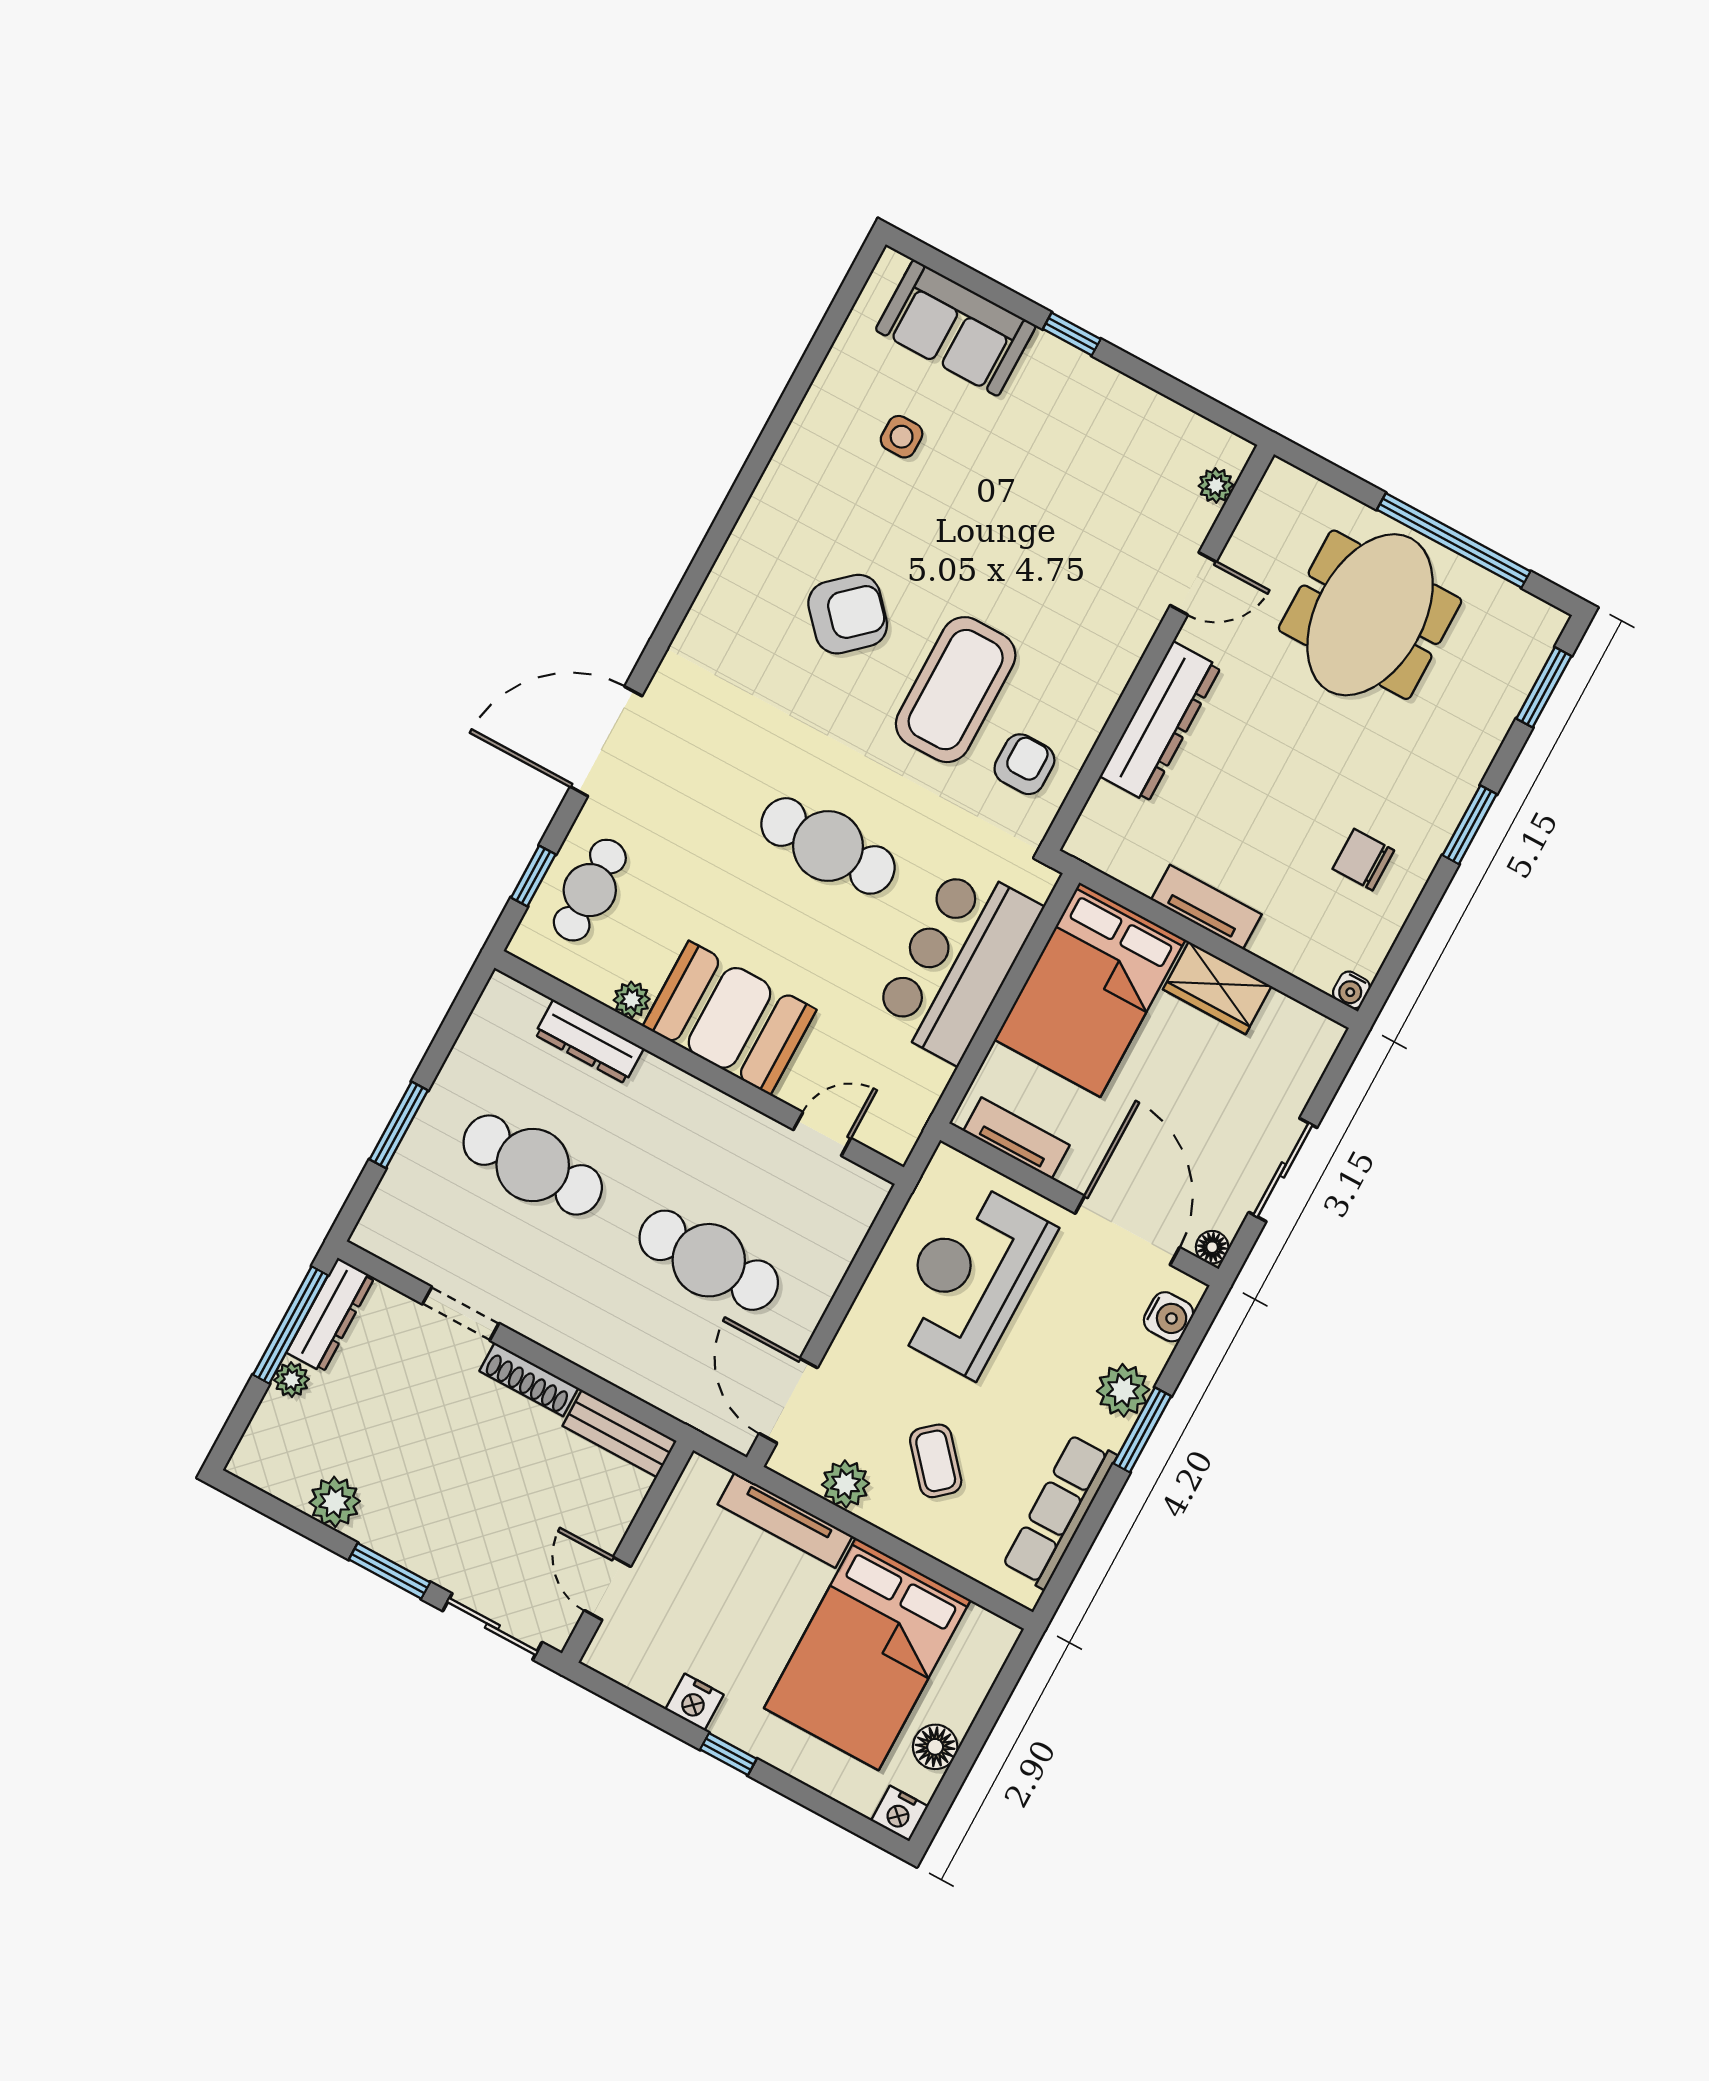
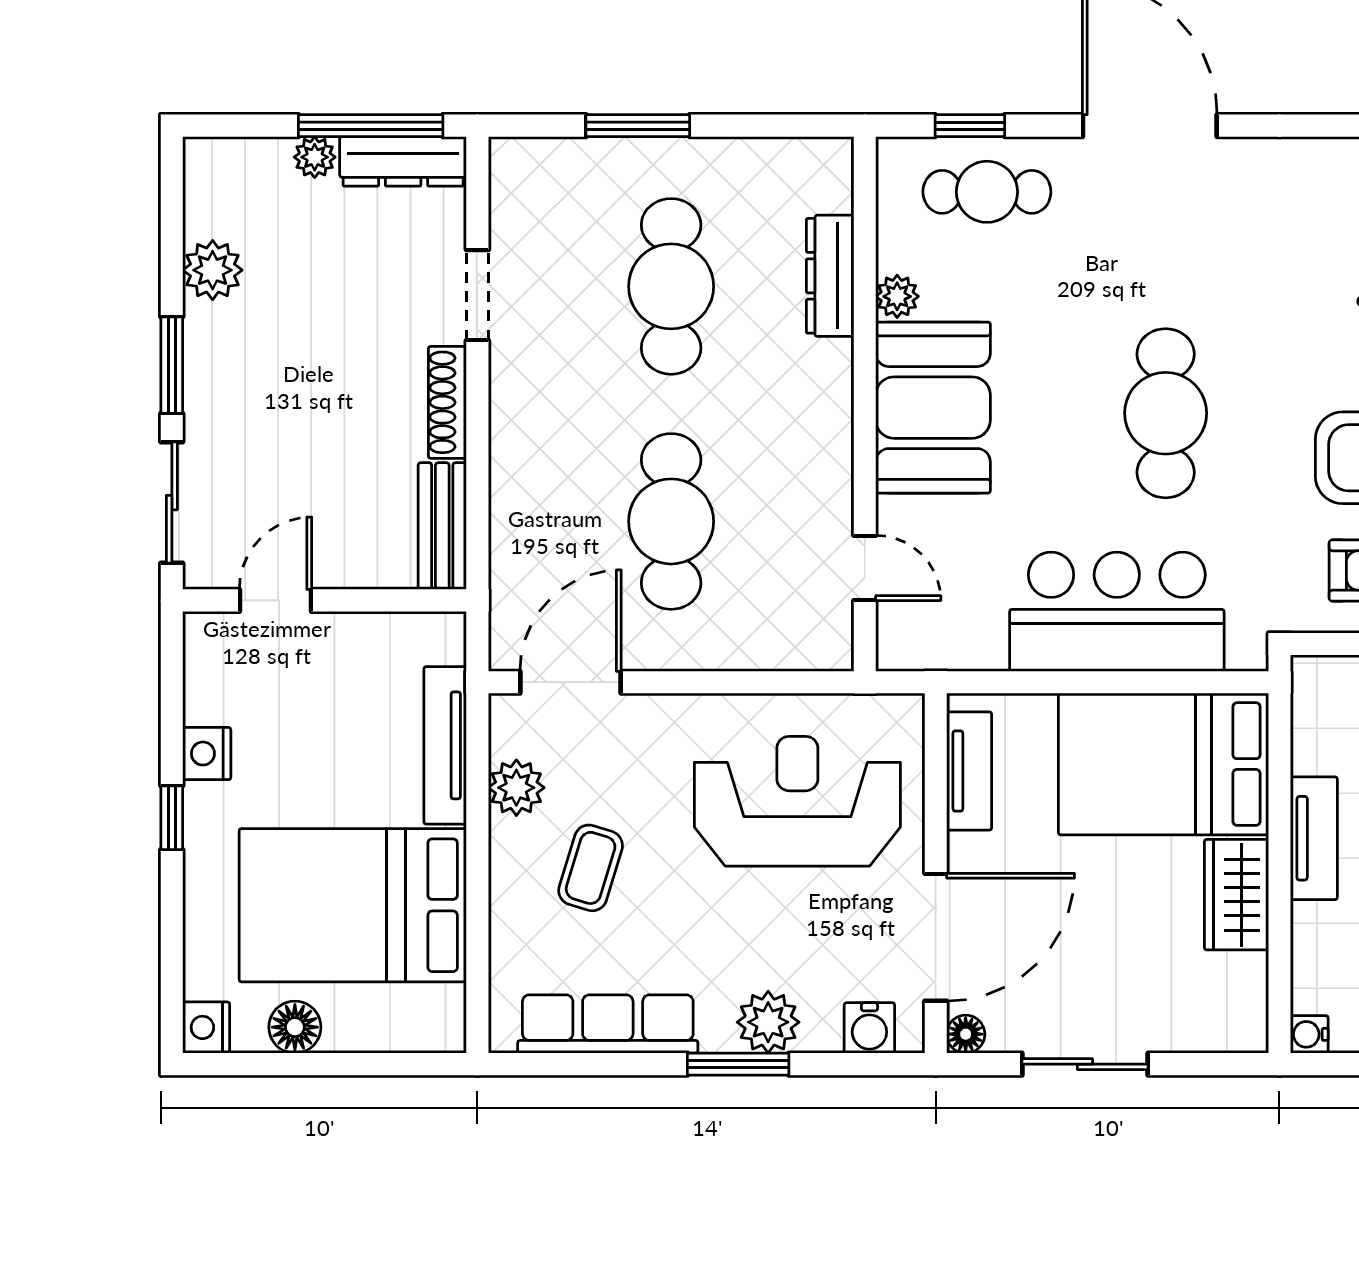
coffee table: (936, 1461) -> (591, 868), turned -32

